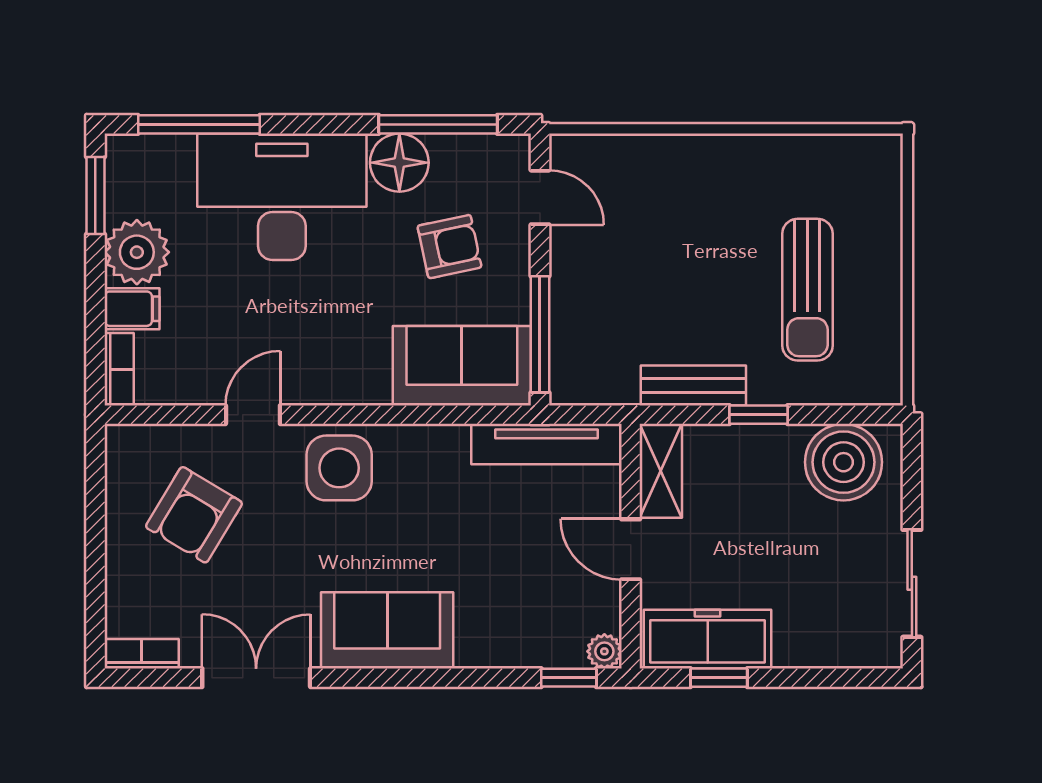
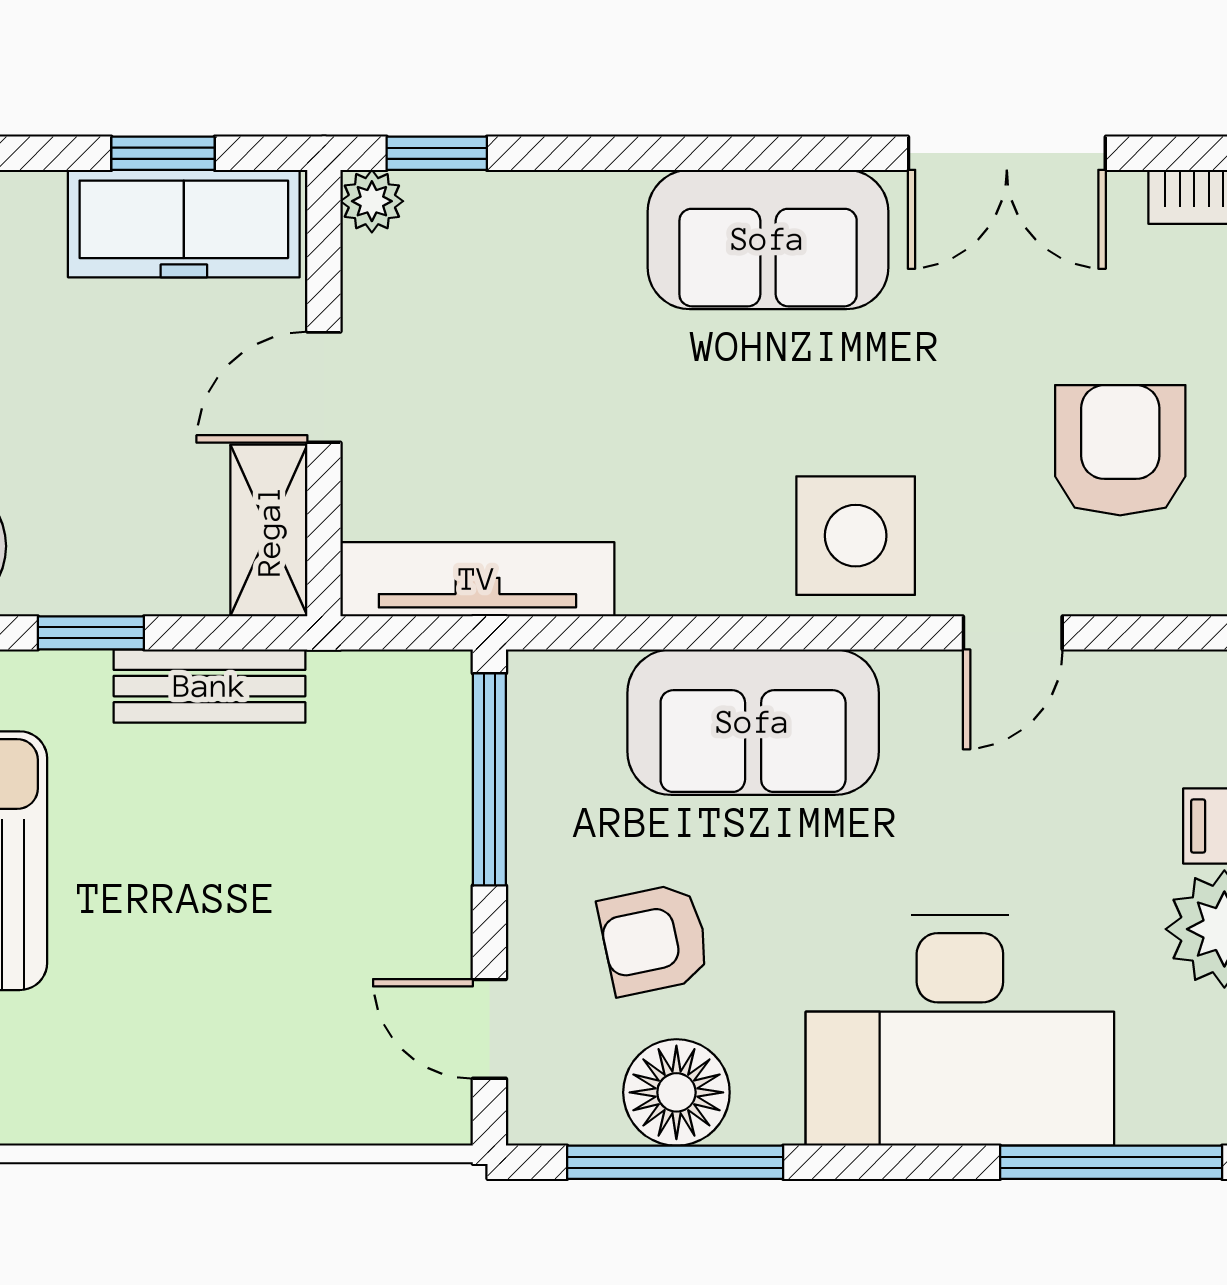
floor lamp: (399, 163) -> (676, 1092), moved
sofa: (462, 366) -> (753, 722), moved
armchair: (194, 515) -> (1120, 450), turned -31
door: (631, 549) -> (324, 387), swing flipped

